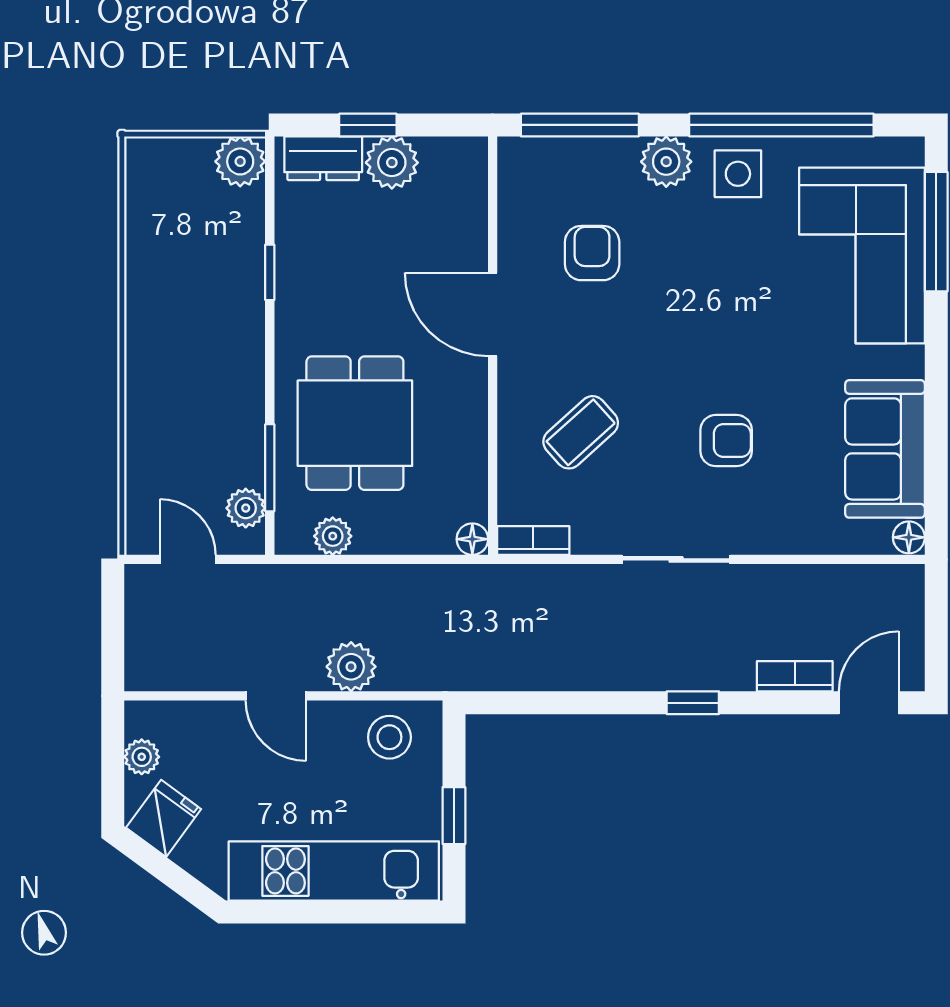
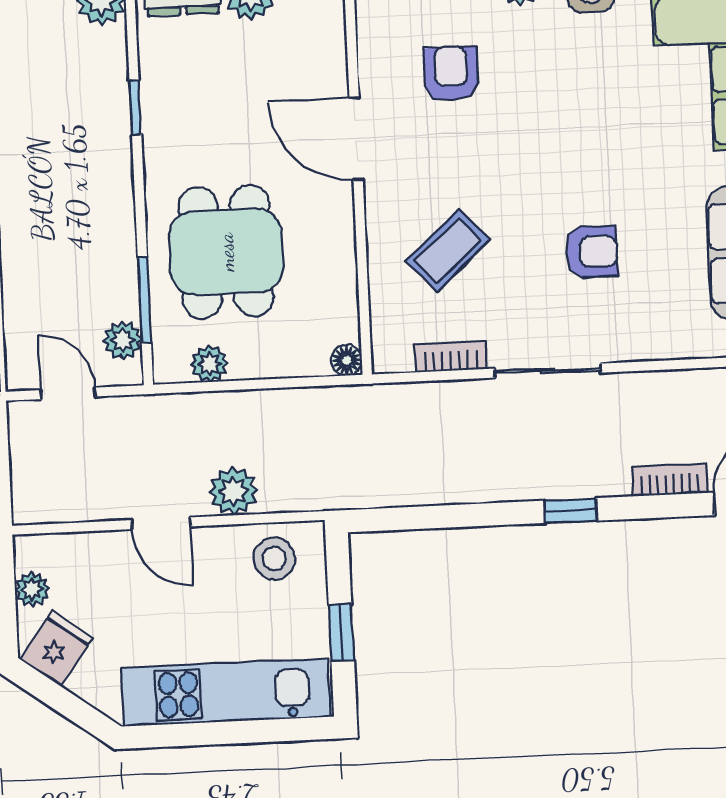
bookcase: (533, 540) -> (451, 357), moved

